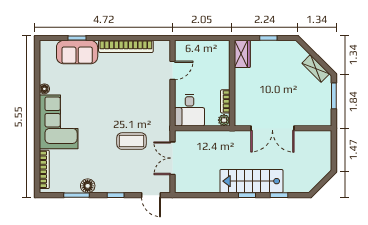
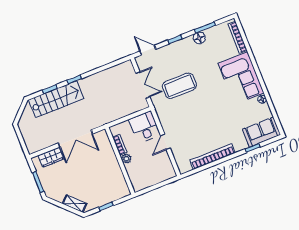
sofa: (77, 52) -> (262, 132), moved
wardrobe: (242, 54) -> (51, 157), moved, turned -90
shelving: (316, 69) -> (75, 204), moved
door: (172, 70) -> (165, 142), moved
plant: (224, 120) -> (126, 159), moved
double door: (272, 128) -> (75, 138), swing flipped
coffee table: (132, 141) -> (179, 86), width x1.36, depth x1.32
stairs: (251, 181) -> (56, 99), moved

